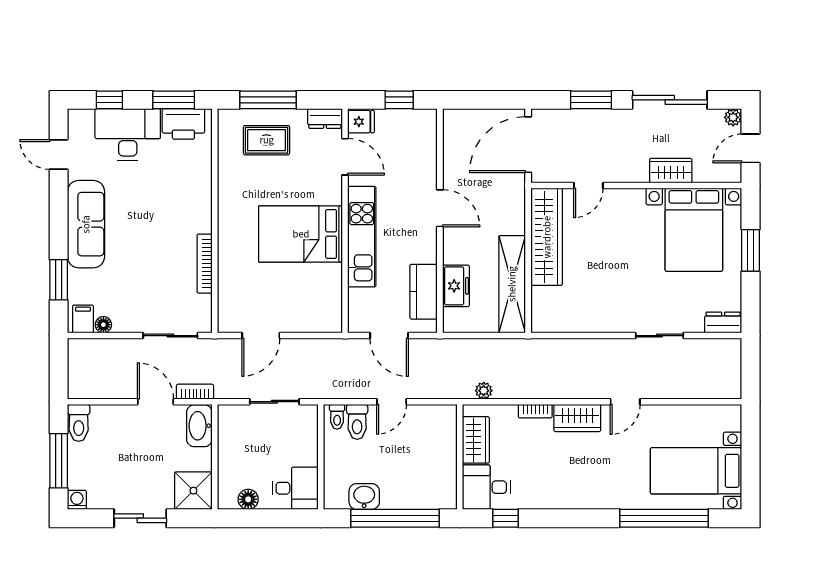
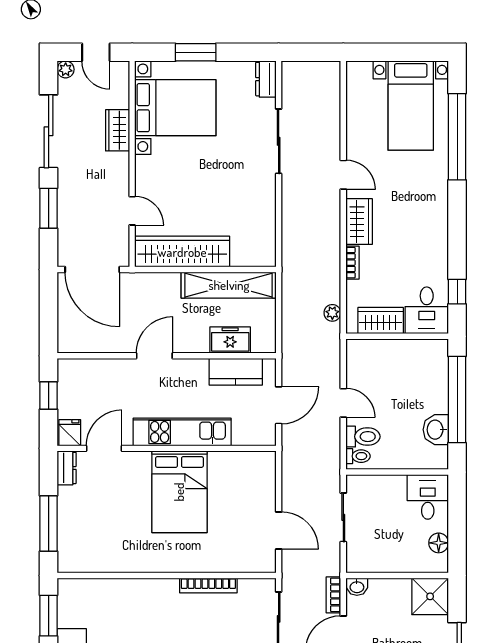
printer: (183, 124) -> (72, 606), removed
rug: (267, 140) -> (88, 525), removed
sliding door: (659, 336) -> (279, 141), width x1.37
washbasin: (199, 426) -> (357, 587), width x0.52, depth x0.69

